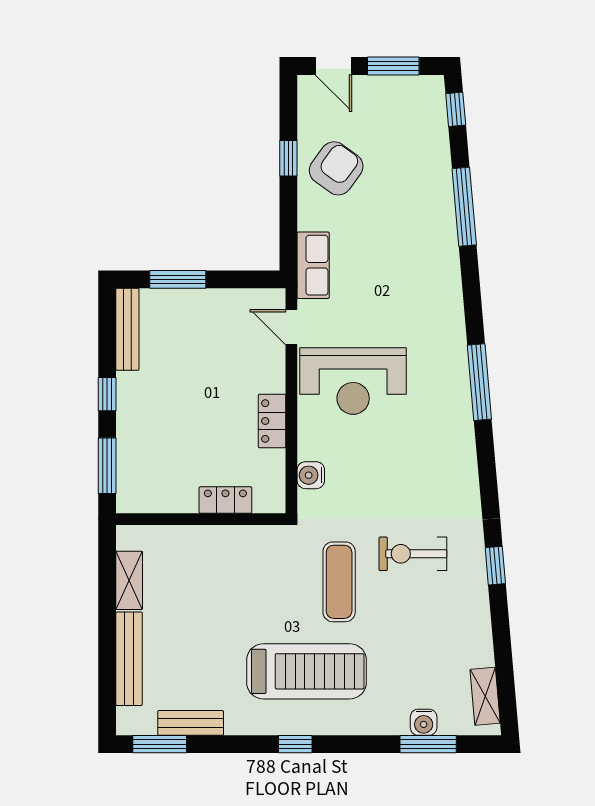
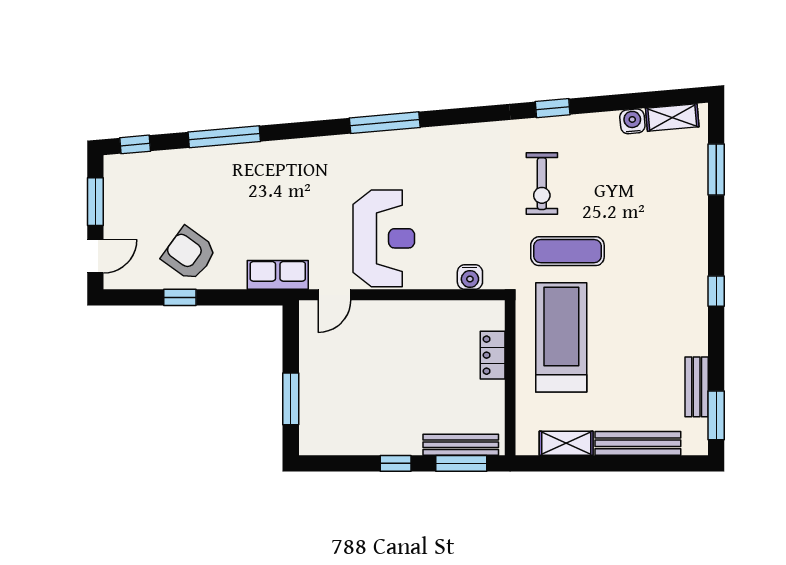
bench: (127, 329) -> (461, 445), moved
locker: (272, 421) -> (420, 313), removed
treadmill: (307, 671) -> (561, 337), moved
water cooler: (424, 722) -> (632, 121), moved, turned -95

